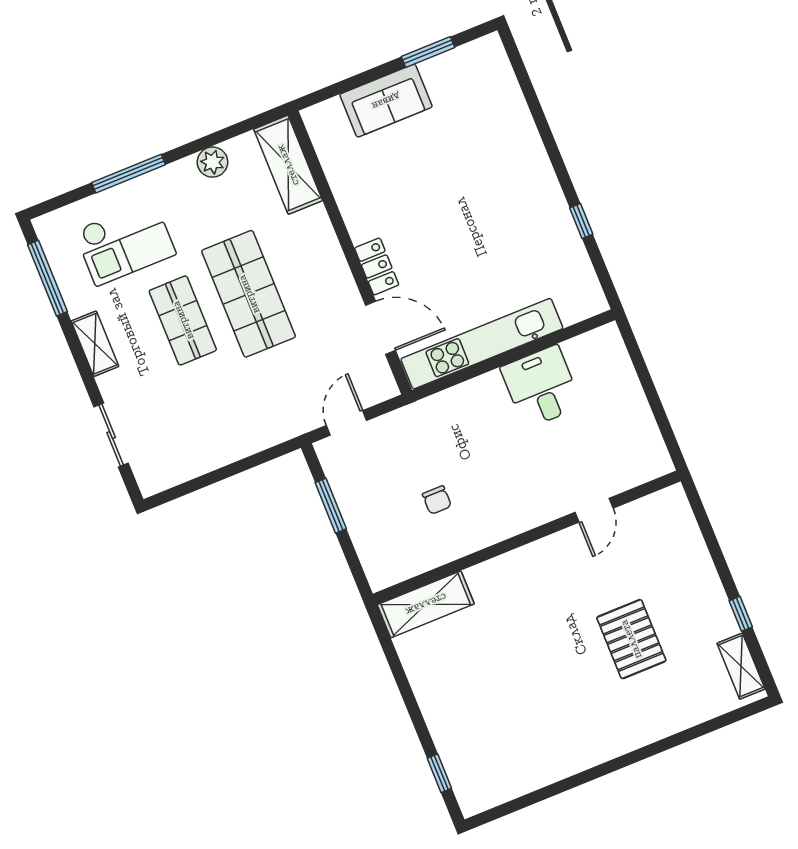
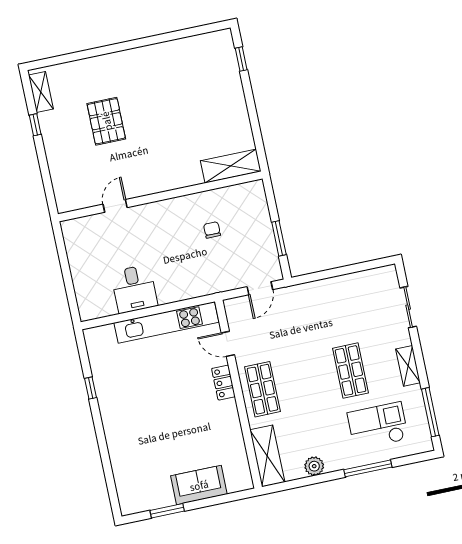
shop shelf: (249, 294) -> (262, 389), moved, width x0.70, depth x0.74
door: (381, 328) -> (228, 344), width x0.73

